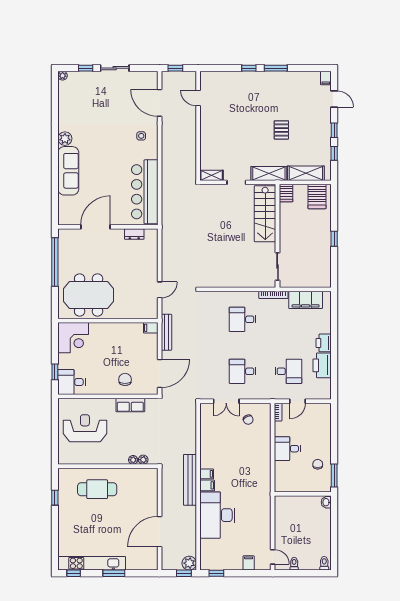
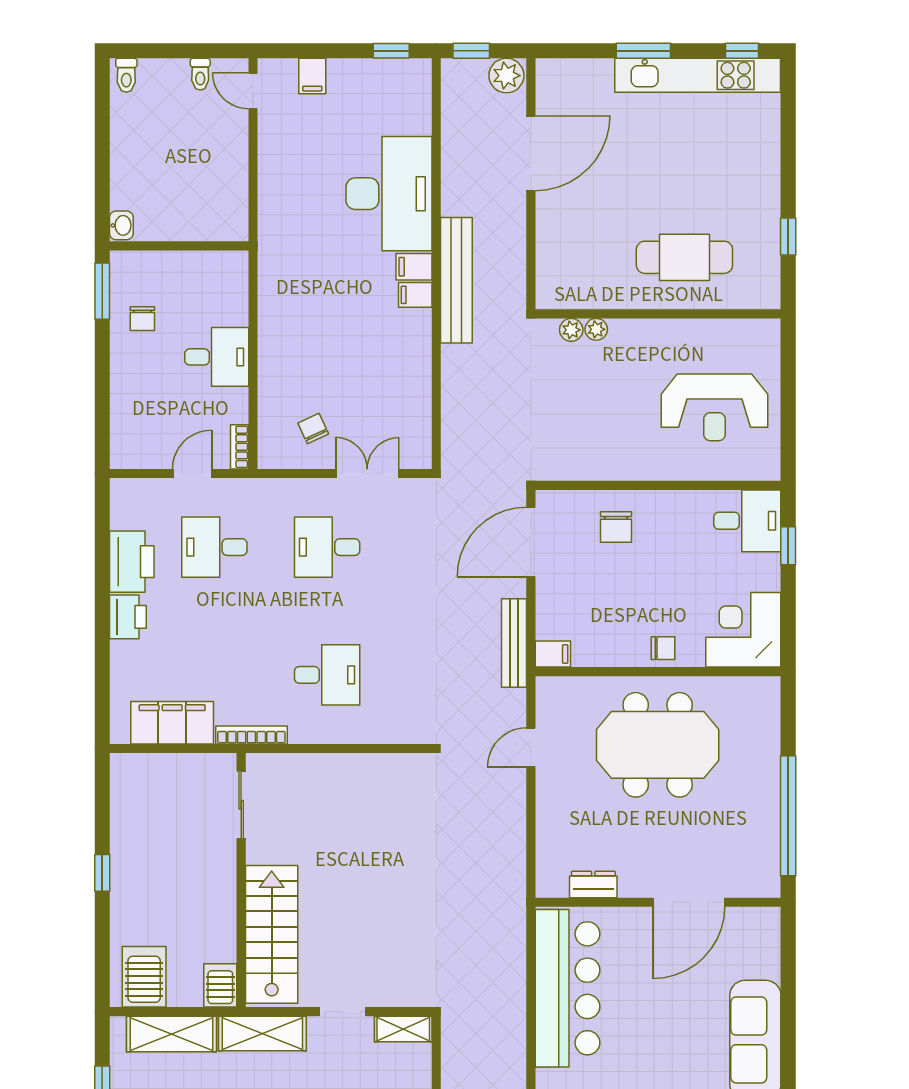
meeting table: (89, 295) -> (658, 745), moved
chair: (106, 330) -> (663, 648), added
desk: (243, 371) -> (327, 547), turned 180
row of seats: (130, 405) -> (603, 464), removed
plant: (189, 563) -> (506, 76), moved

